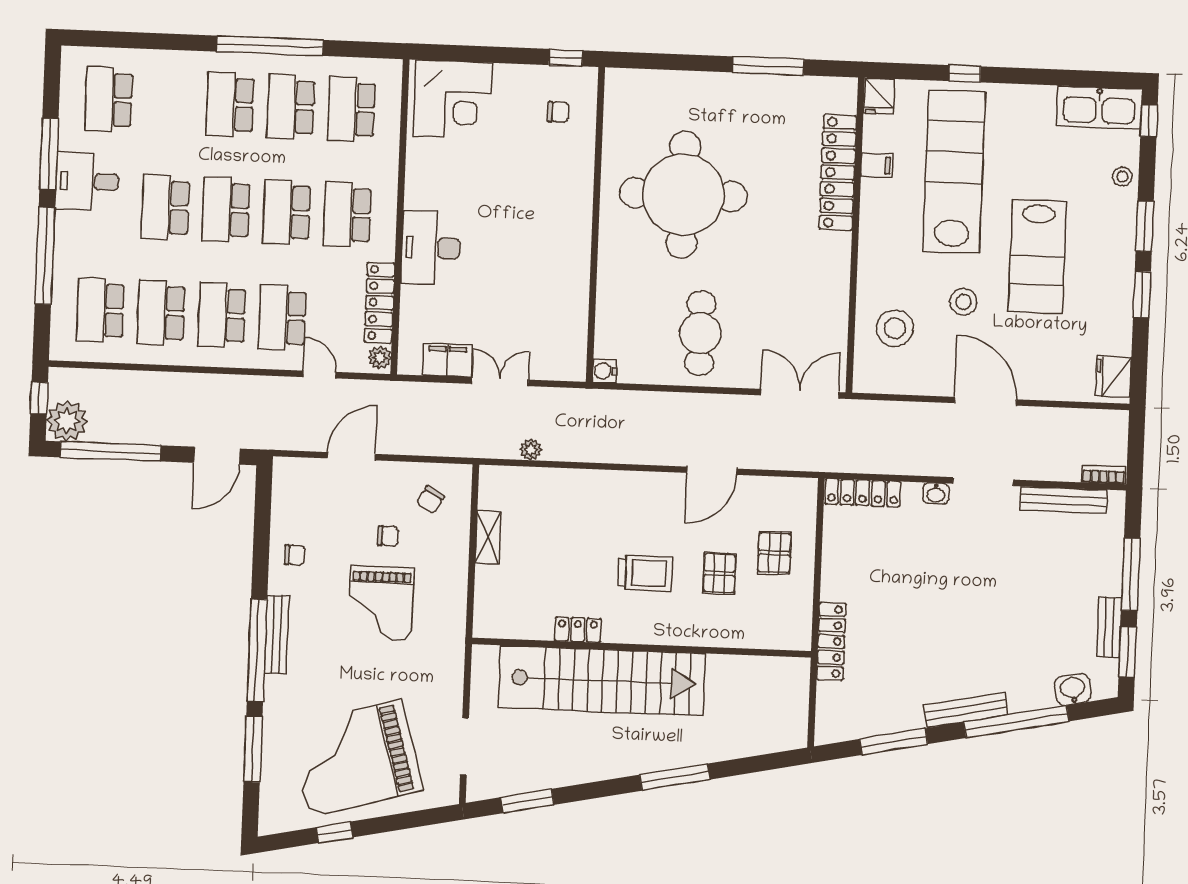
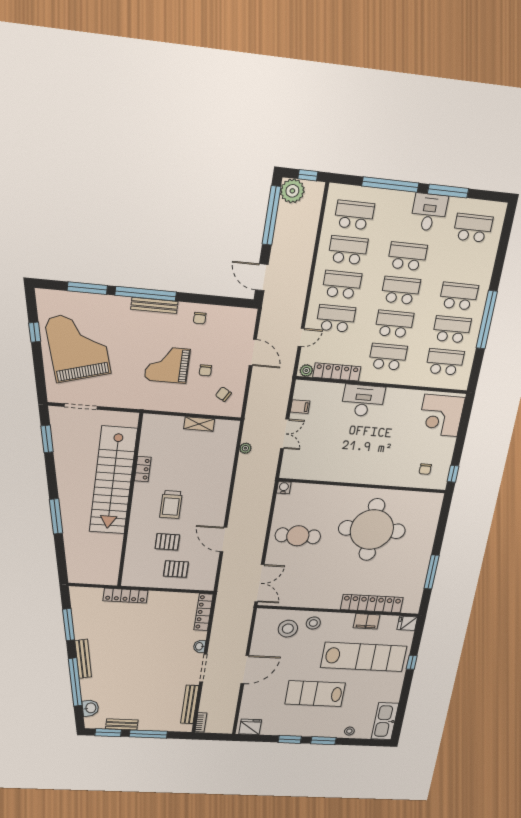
window: (1149, 120) -> (375, 743), removed
filing cabinet: (877, 165) -> (367, 621), width x2.00
stool: (963, 302) -> (313, 623), moved
filing cabinet: (447, 360) -> (300, 407), width x0.50

